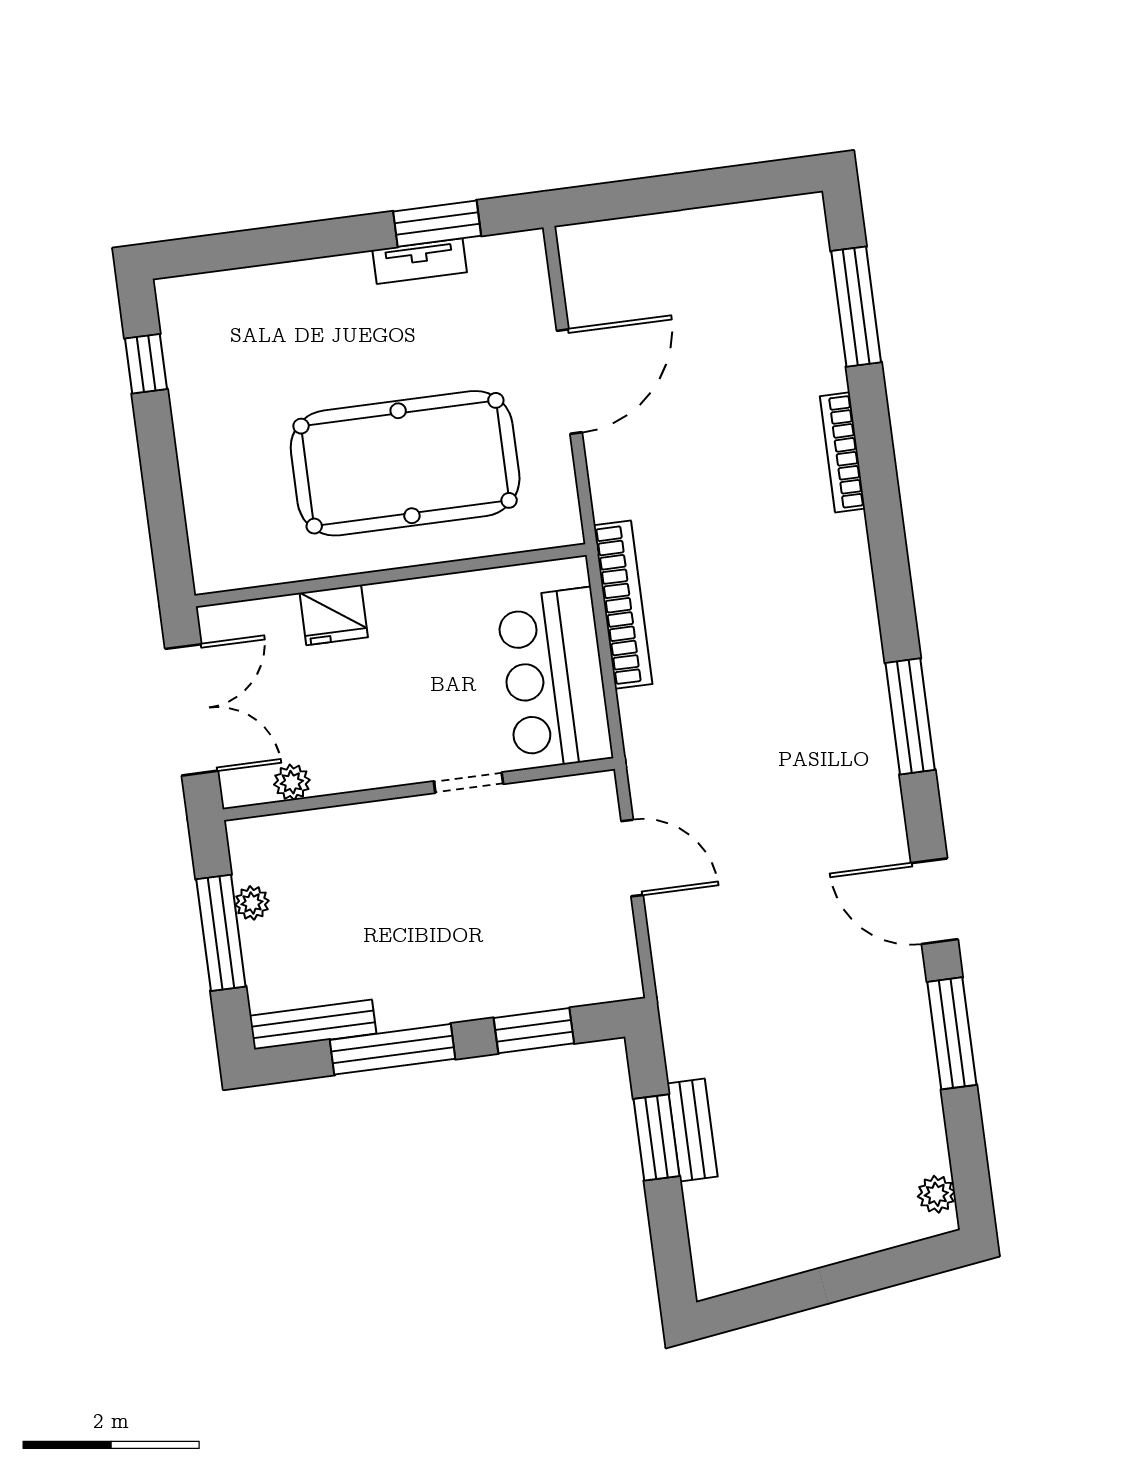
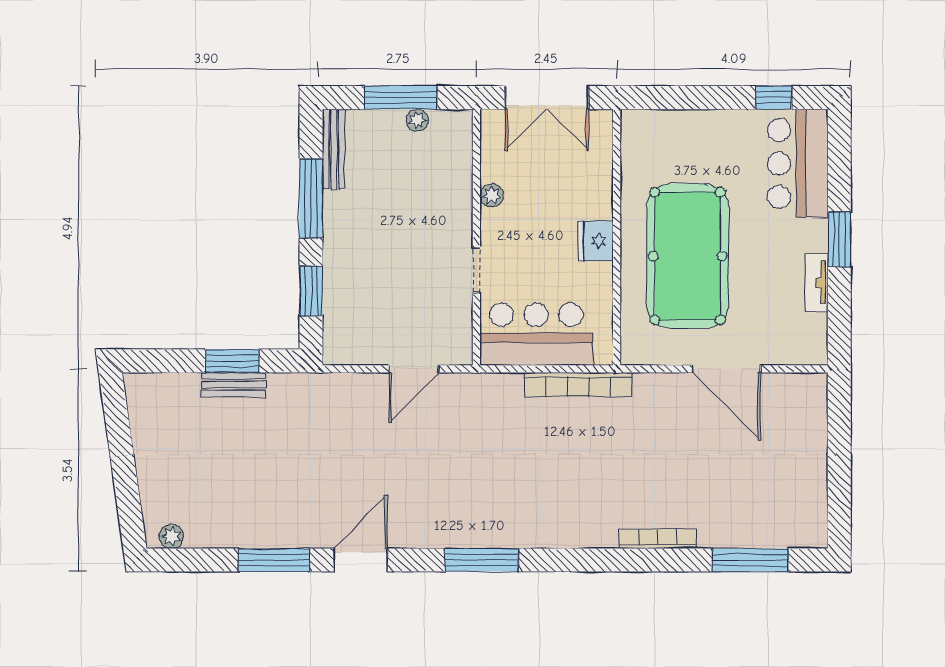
window: (437, 224) -> (839, 239), moved
bar counter: (242, 314) -> (798, 164), added
fridge: (334, 615) -> (596, 241), moved
plant: (292, 782) -> (492, 195), moved

